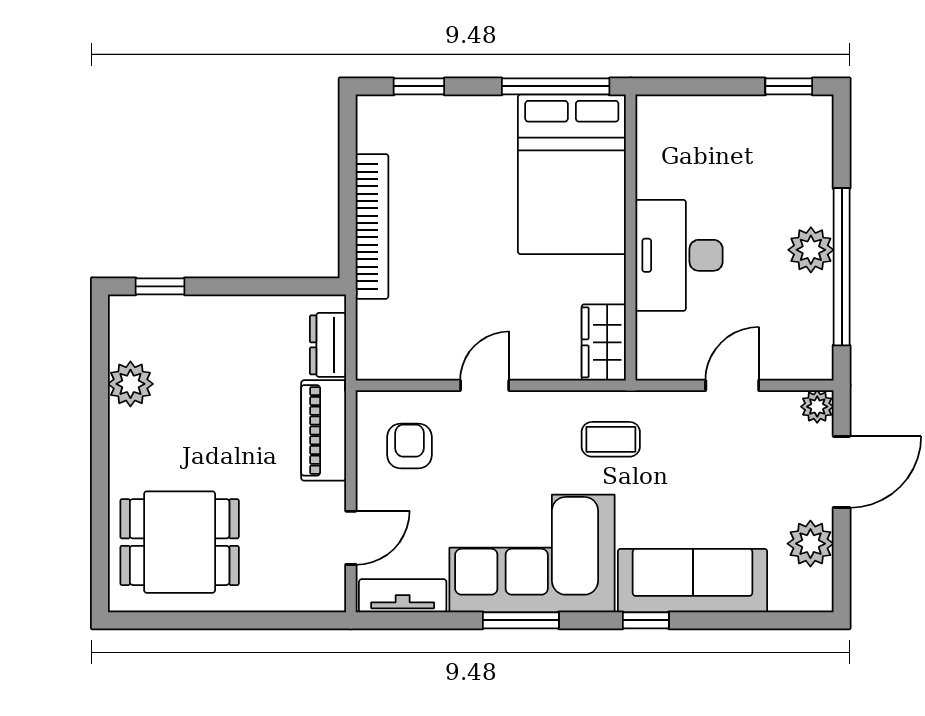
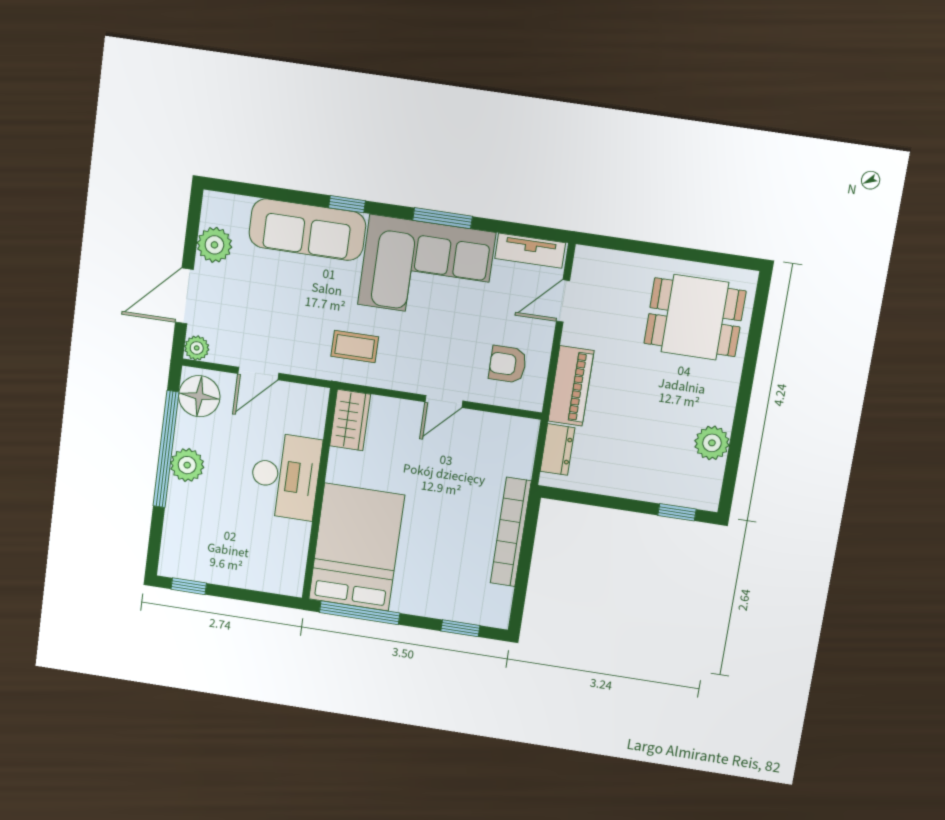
floor lamp: (806, 344) -> (199, 396), added
armchair: (409, 446) -> (508, 364), turned 90

